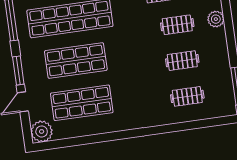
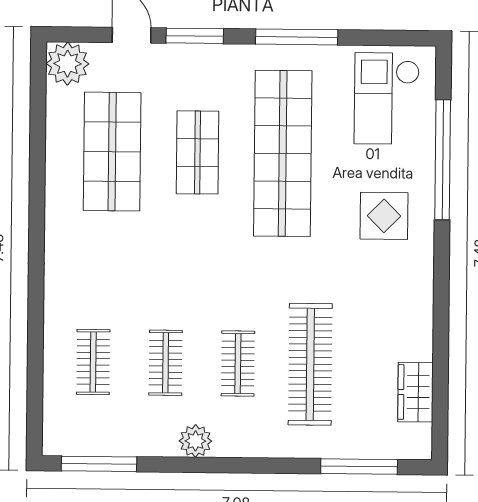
plant: (216, 19) -> (195, 441), moved
shop shelf: (76, 61) -> (197, 152), width x0.70, depth x0.74

